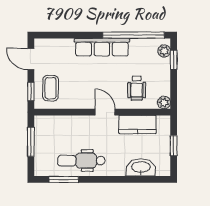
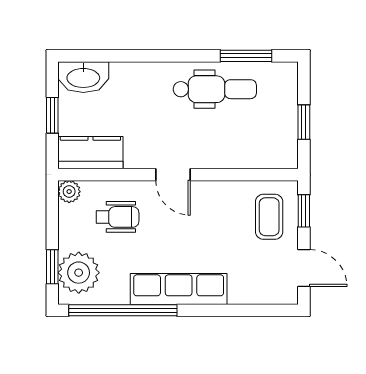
plant: (164, 51) -> (79, 273), width x1.88, depth x1.88
wheelchair: (137, 88) -> (117, 217), turned 90
kitchen counter: (137, 125) -> (90, 153), moved
window: (31, 142) -> (304, 122), width x0.67
washbasin: (141, 167) -> (83, 77), moved

